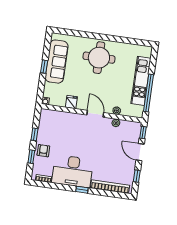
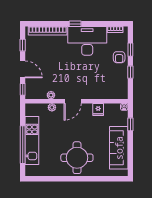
window: (44, 67) -> (130, 124), moved
window: (149, 93) -> (23, 145), moved
door: (95, 114) -> (73, 101), hinge flipped

